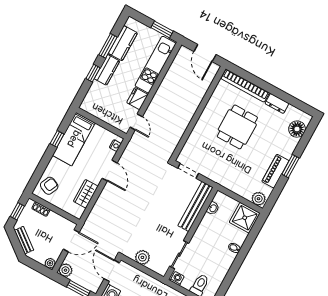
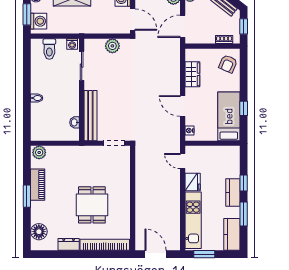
kitchen counter: (123, 43) -> (232, 234), moved
shower: (245, 218) -> (42, 129), removed

